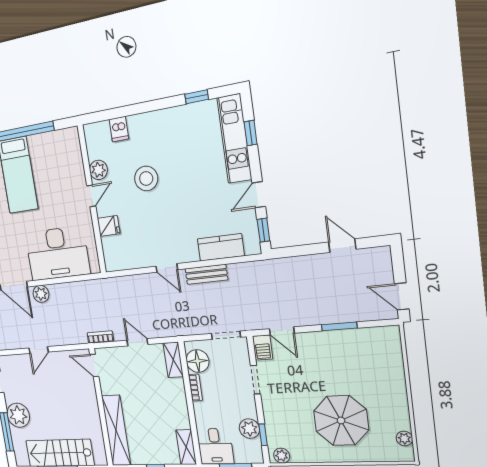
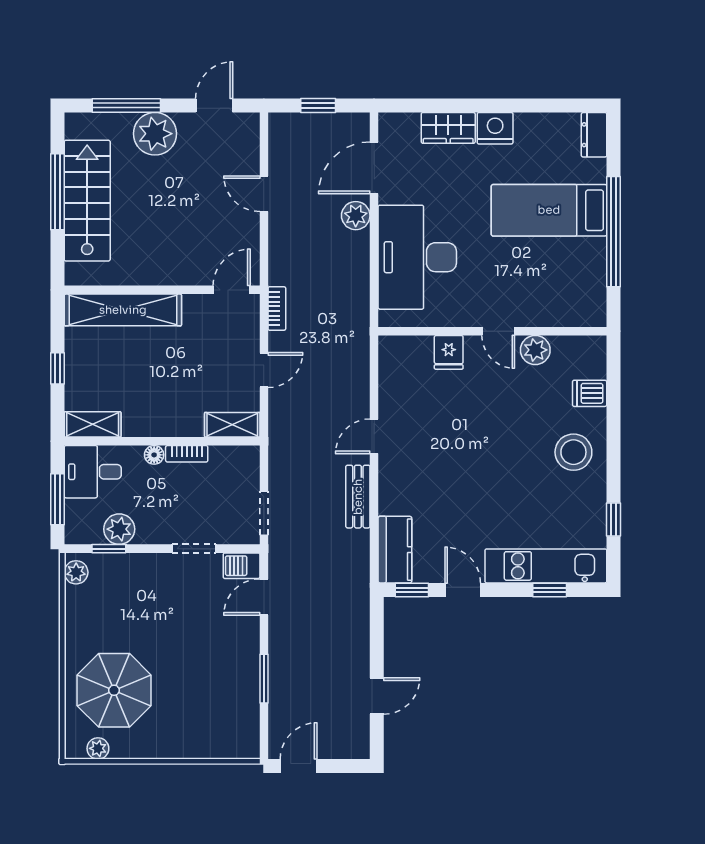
stool: (146, 178) -> (573, 452), moved
kitchen counter: (221, 247) -> (395, 550), moved
floor lamp: (197, 361) -> (154, 455), moved, width x0.53, depth x0.53
parasol: (341, 420) -> (114, 690), moved

